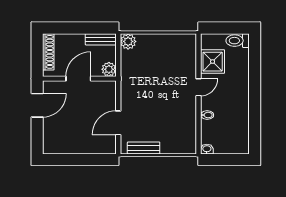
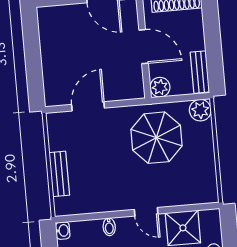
parasol: (145, 75) -> (156, 138), added
door: (118, 123) -> (88, 106), hinge flipped
bench: (144, 148) -> (59, 174), moved

